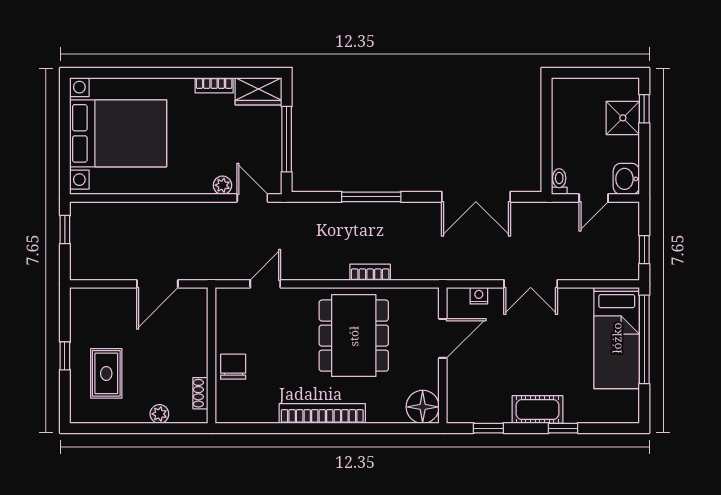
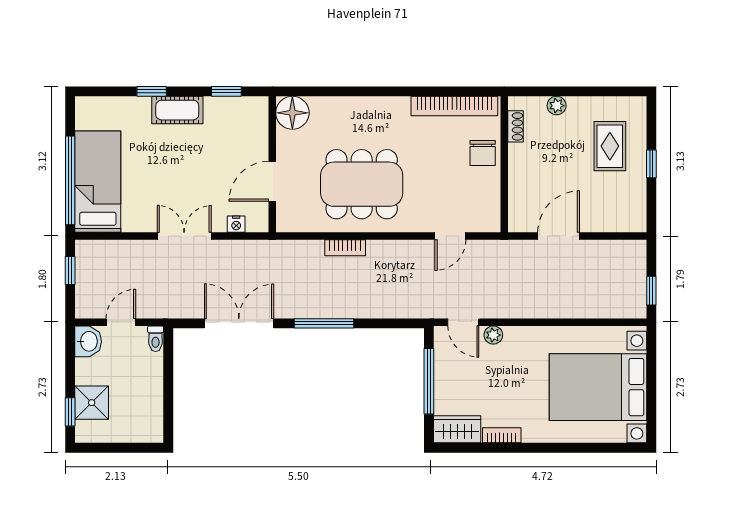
window: (371, 197) -> (324, 323), moved
dining table: (354, 336) -> (362, 184), turned 90
bookcase: (322, 414) -> (454, 106), moved

